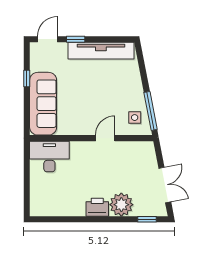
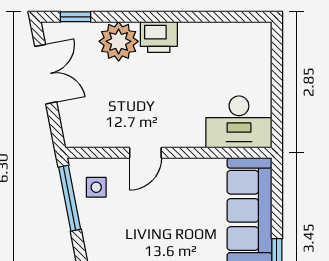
double door: (165, 185) -> (46, 74), swing flipped

